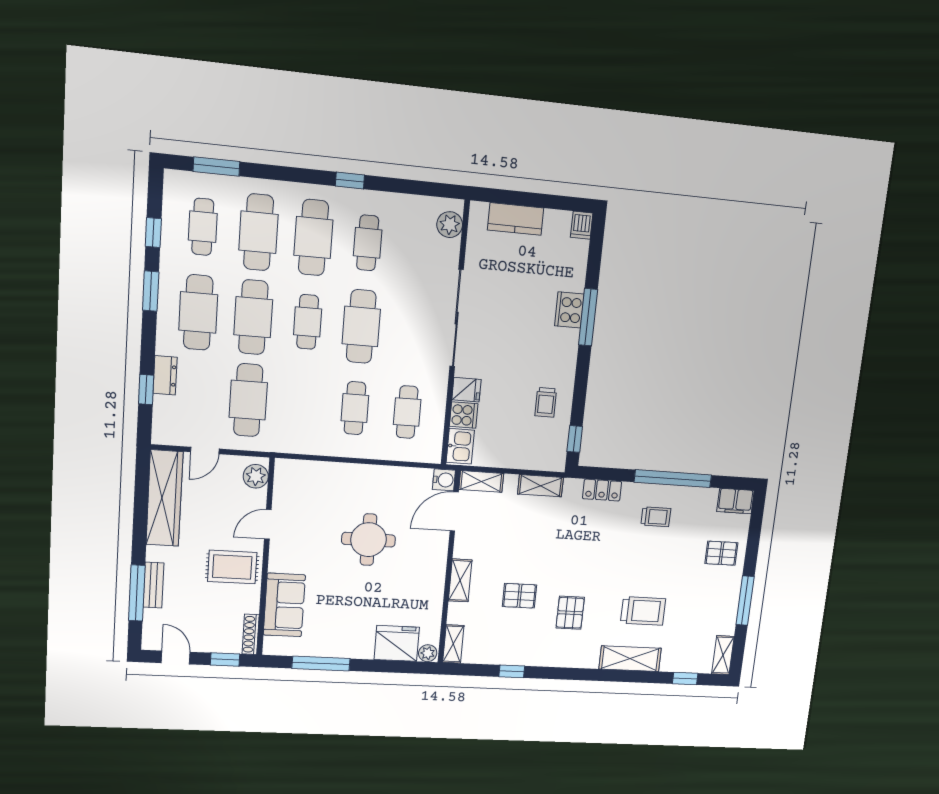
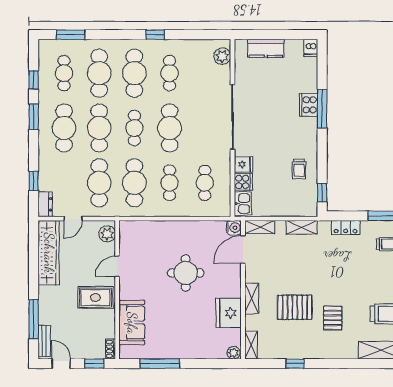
dresser: (165, 375) -> (45, 204), moved
cafe table: (302, 404) -> (134, 183), added
bench: (153, 585) -> (44, 341), moved
pallet: (519, 596) -> (295, 307), width x1.50, depth x1.42
shoe rack: (251, 634) -> (110, 349), width x0.70
fridge: (397, 643) -> (229, 313), moved, turned -90

